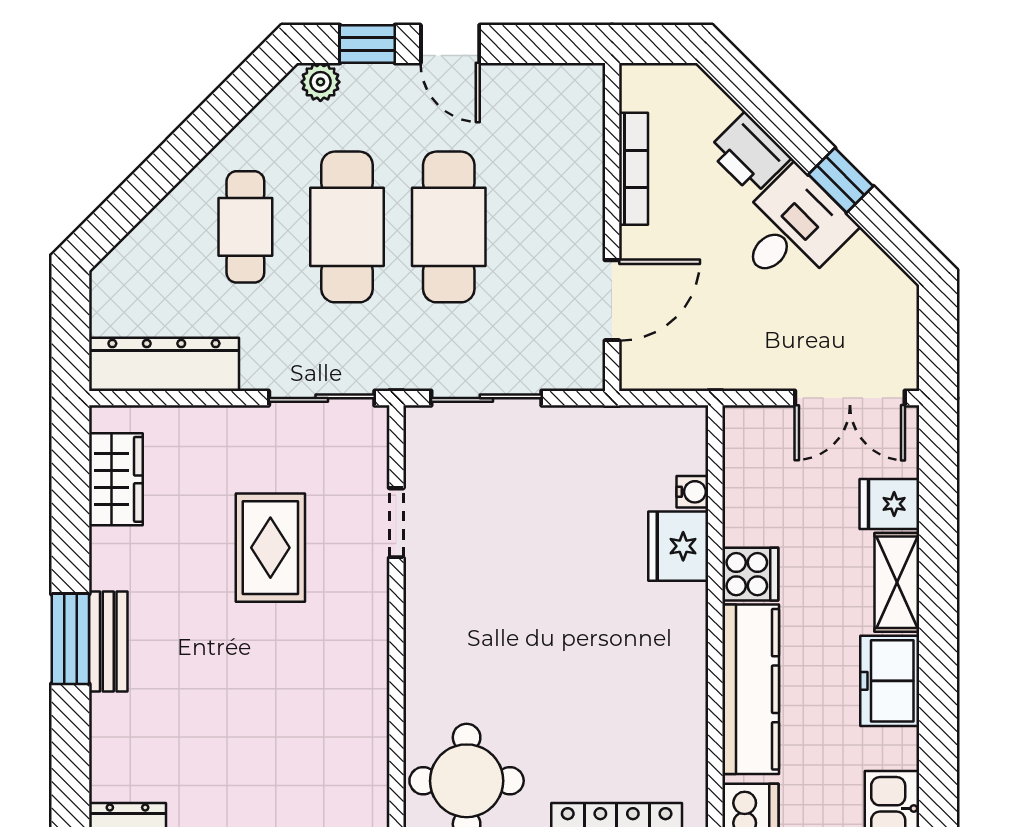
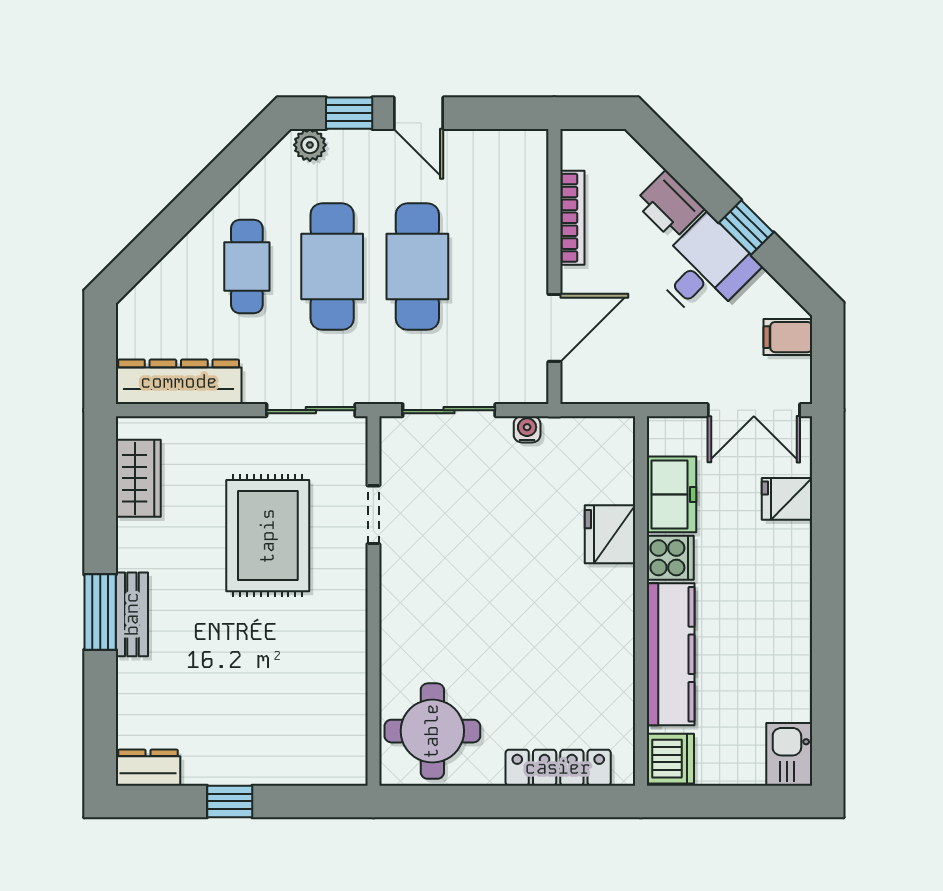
filing cabinet: (890, 311) -> (788, 337), added
water cooler: (692, 492) -> (527, 429), moved, turned -90
rug: (270, 548) -> (268, 536), width x1.36, depth x1.43
shelving: (897, 582) -> (793, 565), removed
freezer: (890, 681) -> (671, 494), moved, turned 180

